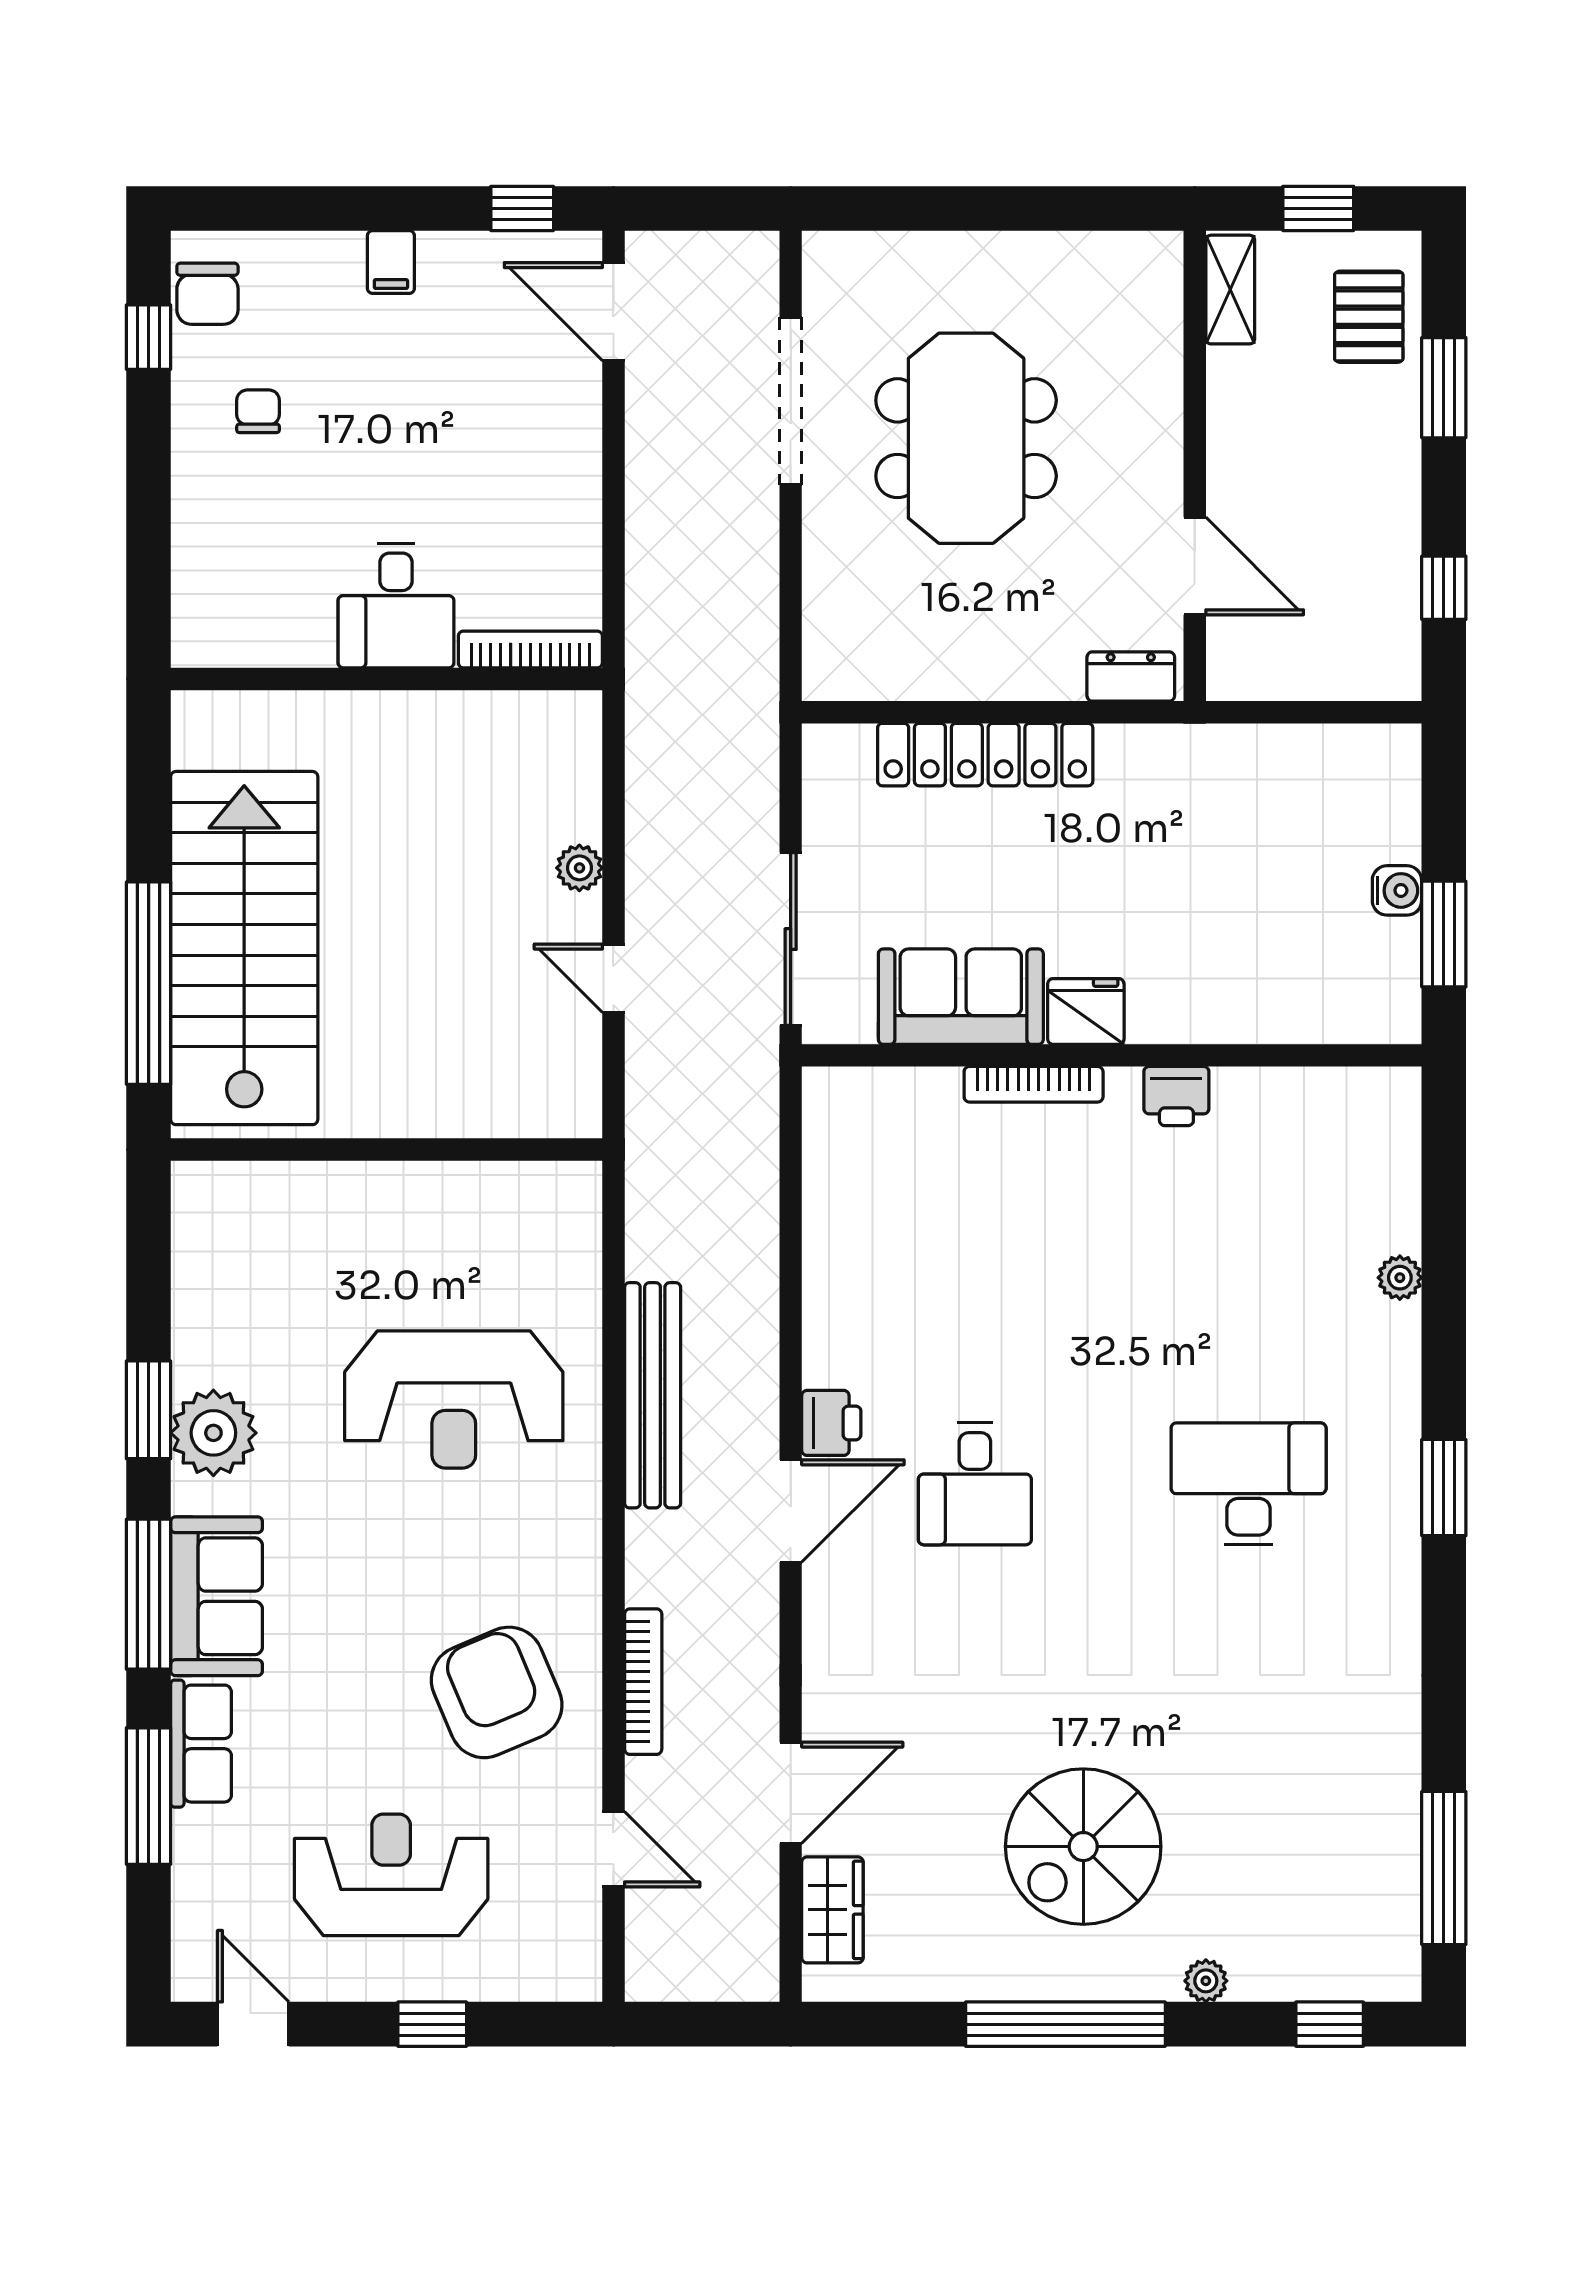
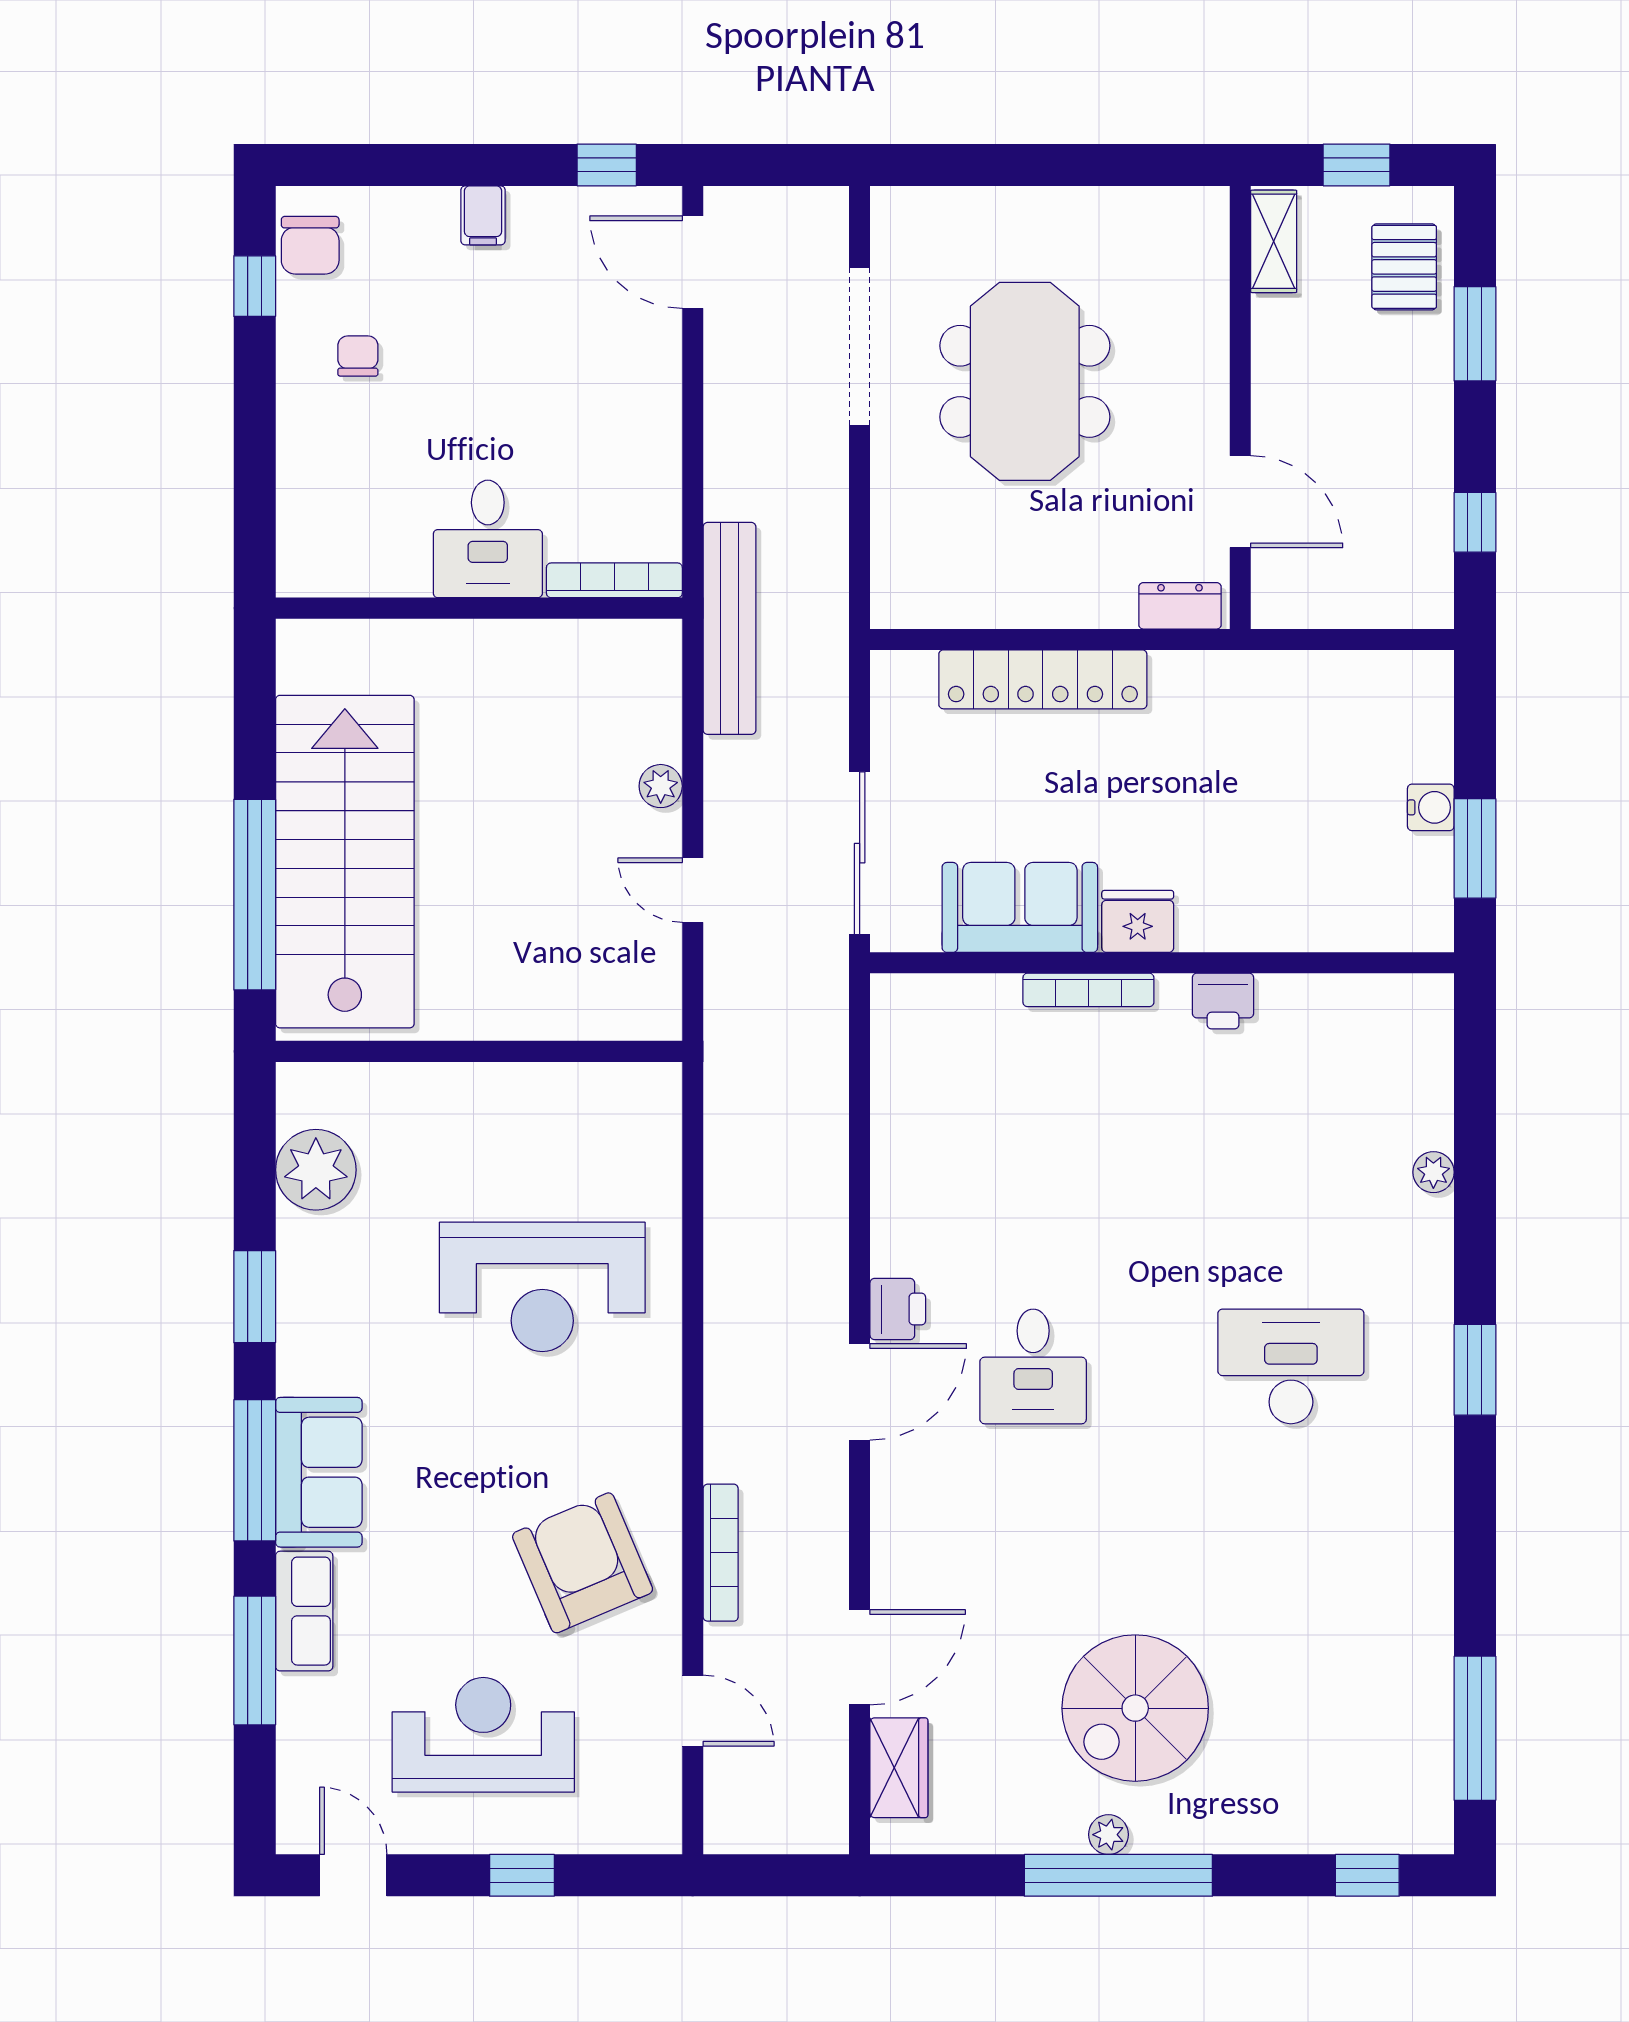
bench: (653, 1395) -> (729, 628), moved
plant: (213, 1433) -> (316, 1170), moved
plant: (1206, 1981) -> (1108, 1835), moved

